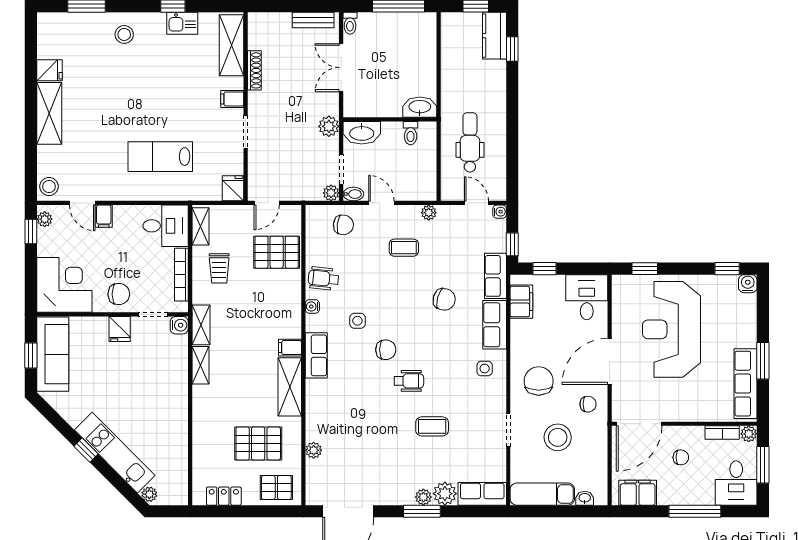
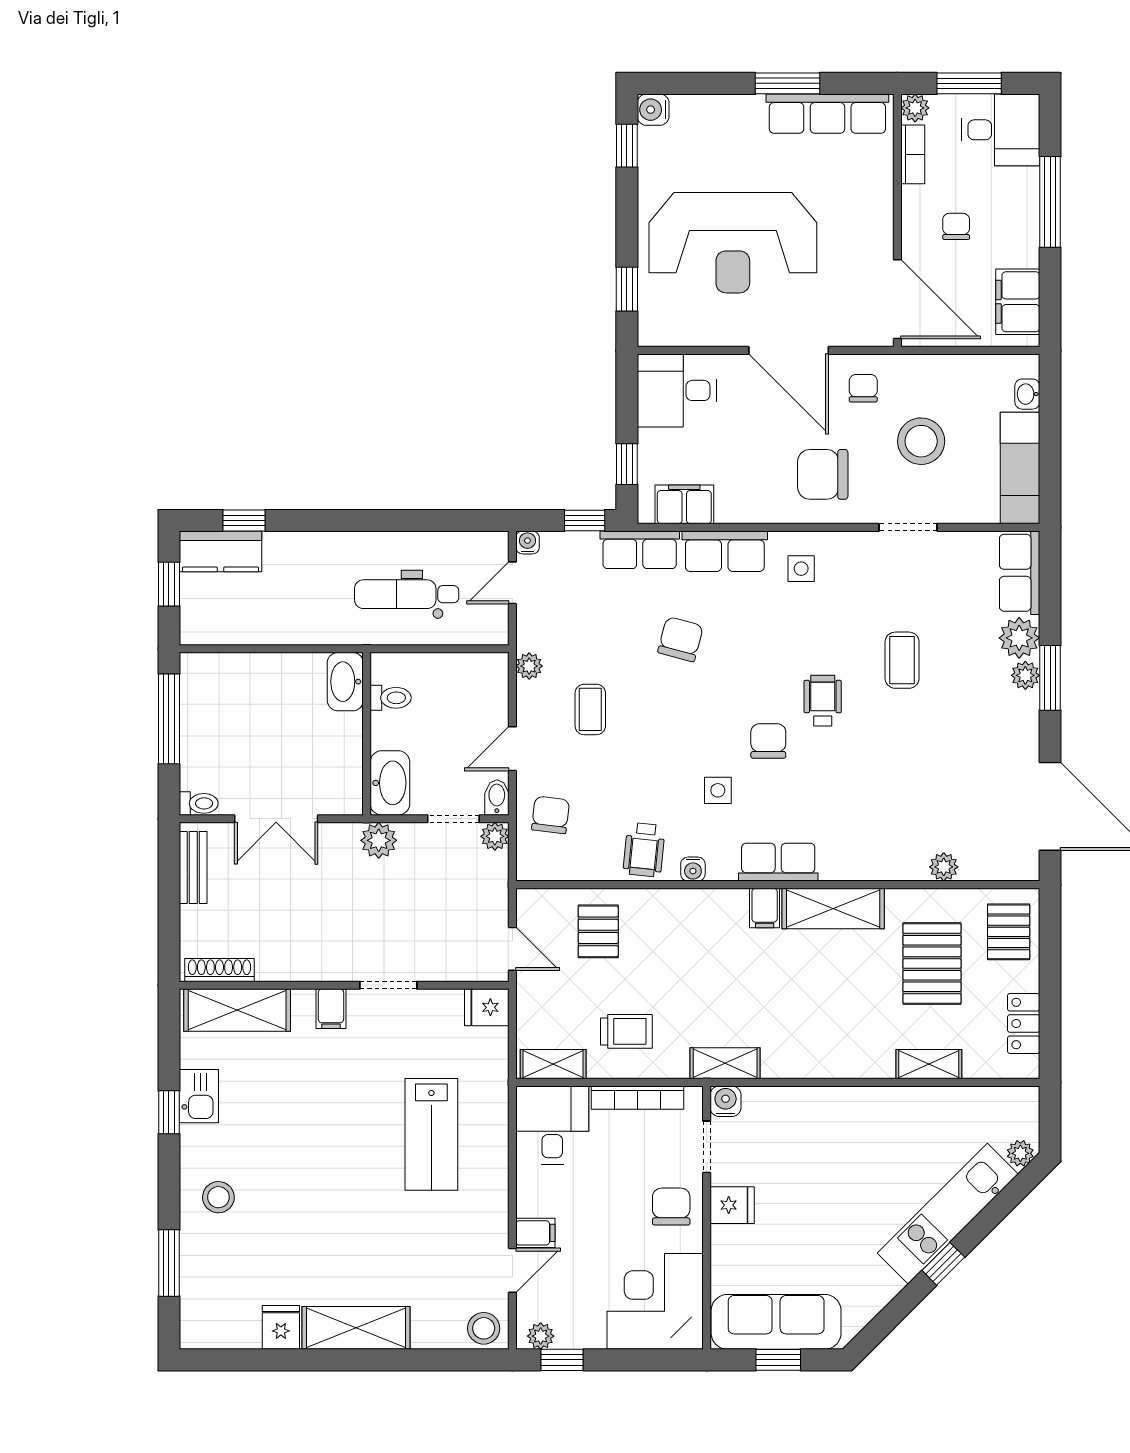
shoe rack: (254, 70) -> (219, 970), moved
pallet: (277, 252) -> (598, 931), width x0.67, depth x0.71
shelving: (200, 365) -> (929, 1064), moved

